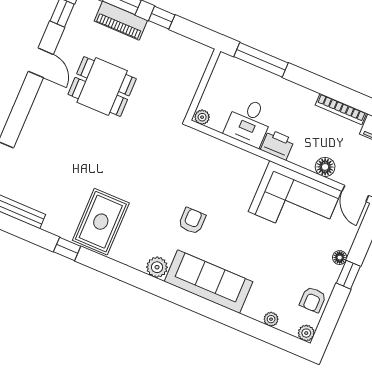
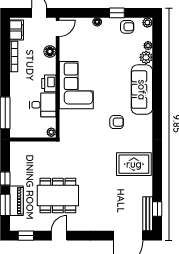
dining table: (102, 87) -> (58, 196), width x1.38
corner sofa: (295, 201) -> (76, 85), moved
armchair: (192, 221) -> (117, 122), moved, turned 180
window: (67, 249) -> (157, 209), moved
plant: (157, 267) -> (146, 57), moved
window: (348, 275) -> (117, 13), moved

